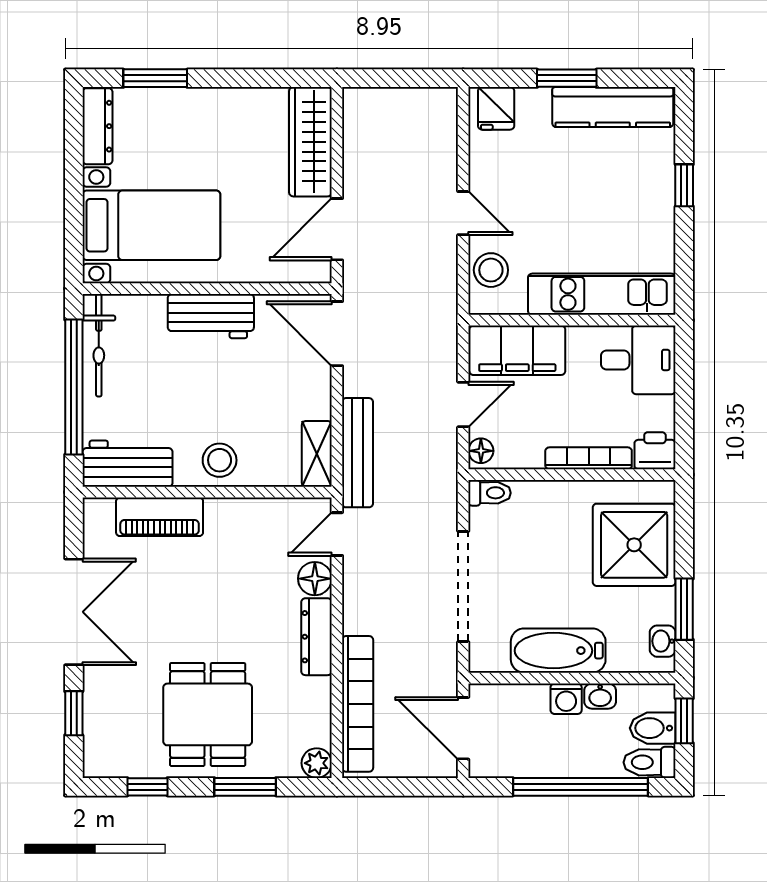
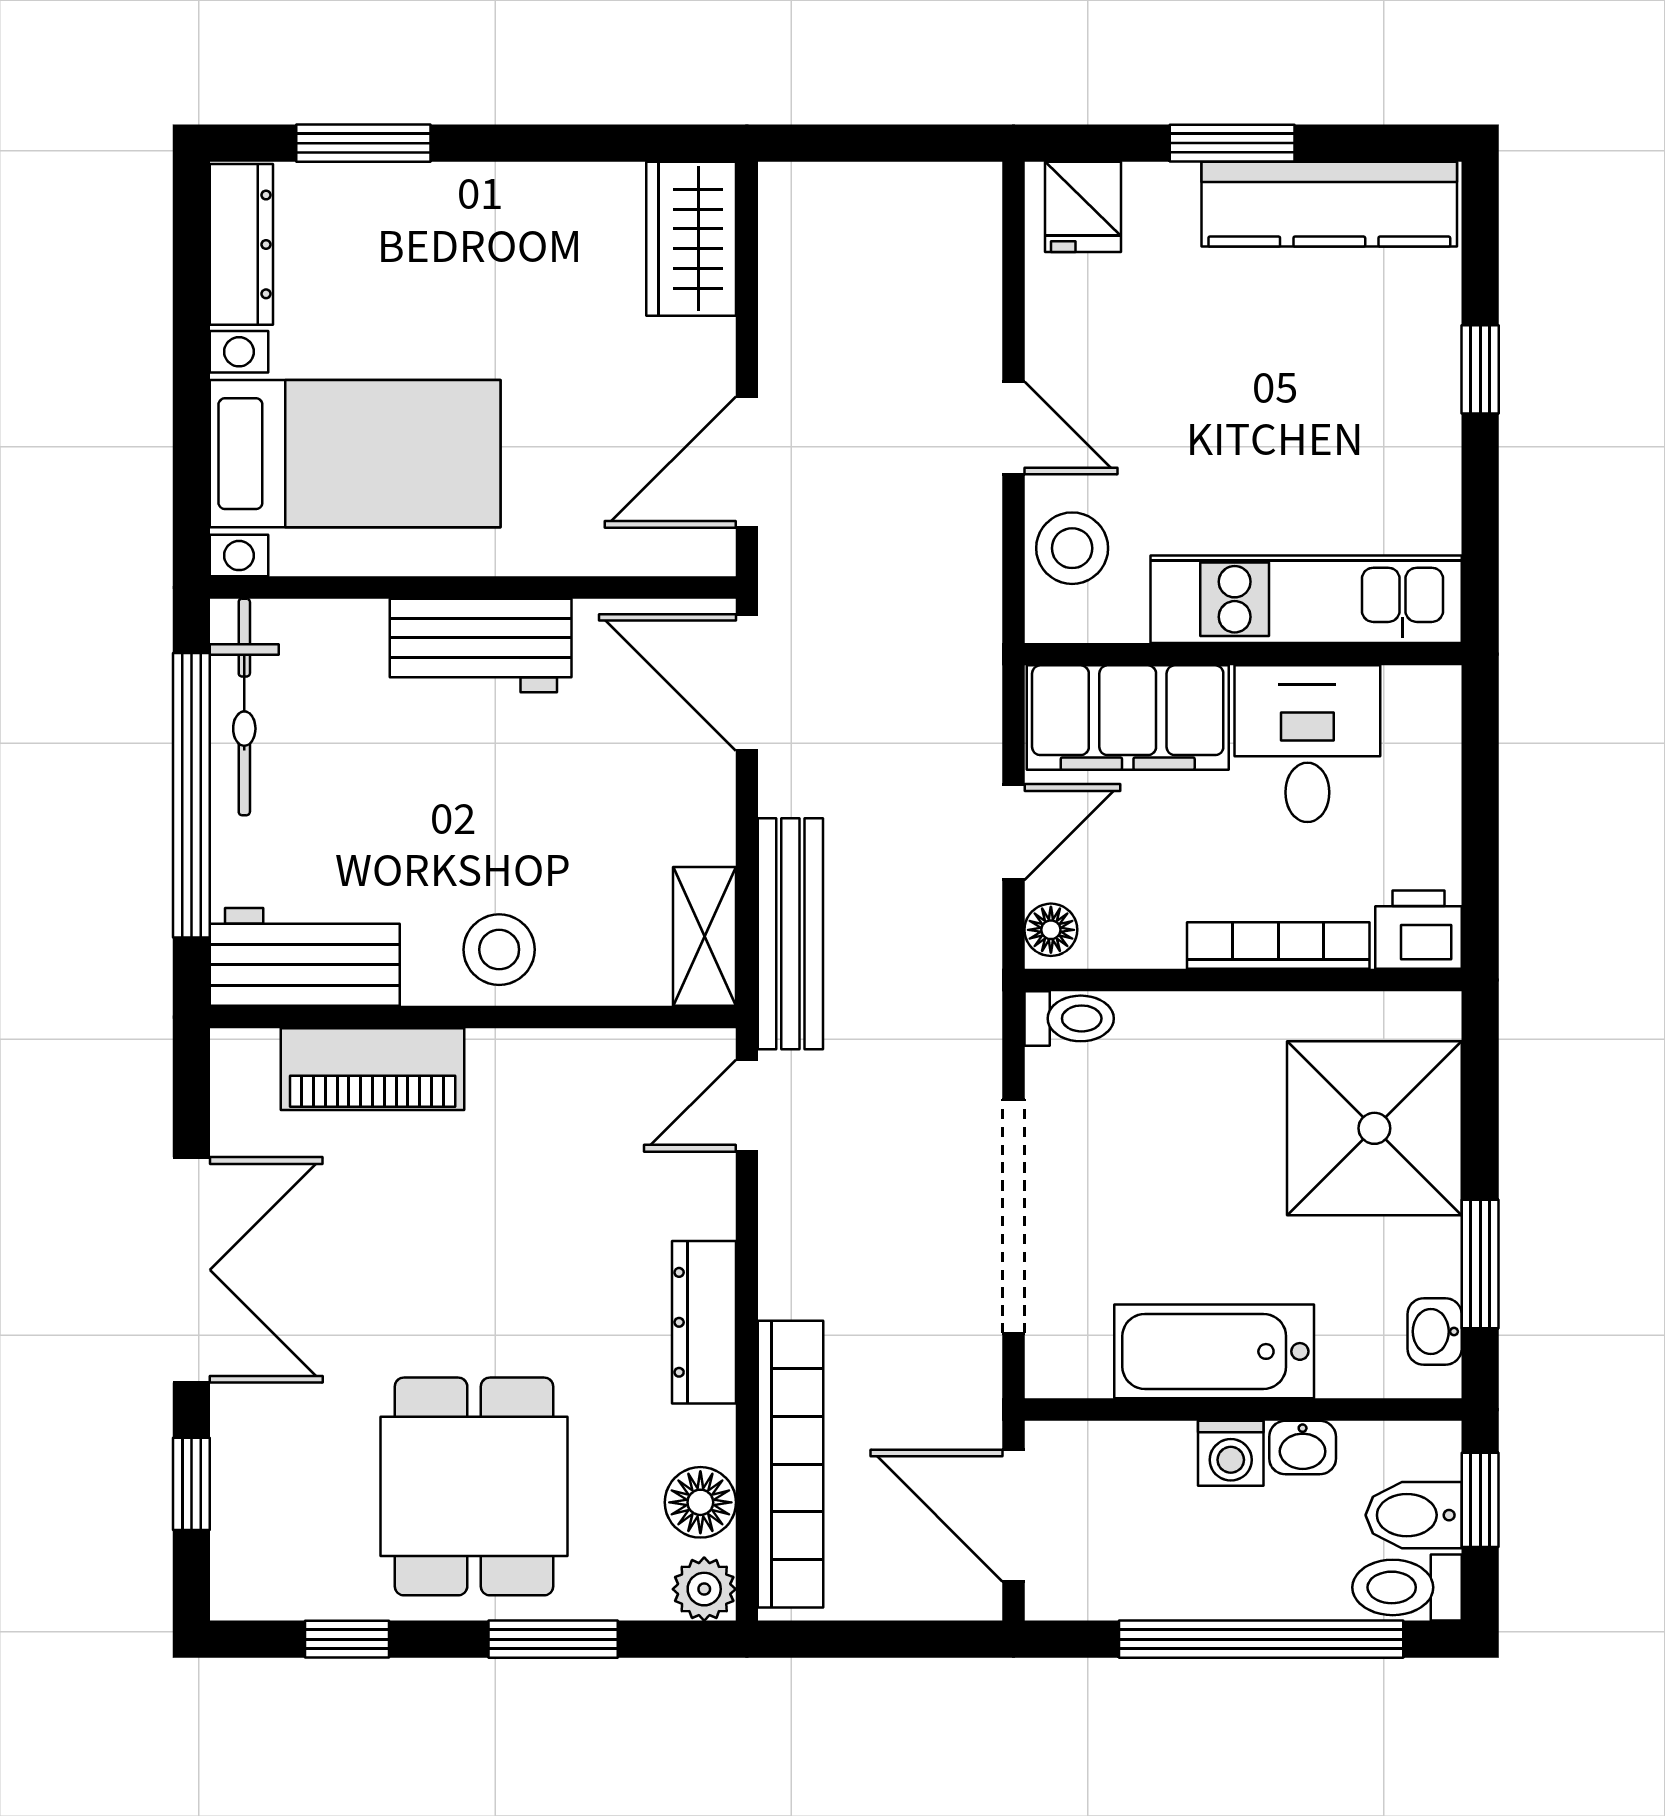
wardrobe: (310, 142) -> (691, 239), width x0.67
desk: (638, 360) -> (1307, 744), moved, turned -90
floor lamp: (315, 579) -> (700, 1502), moved

